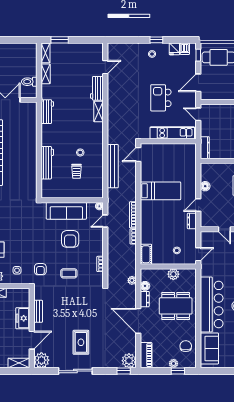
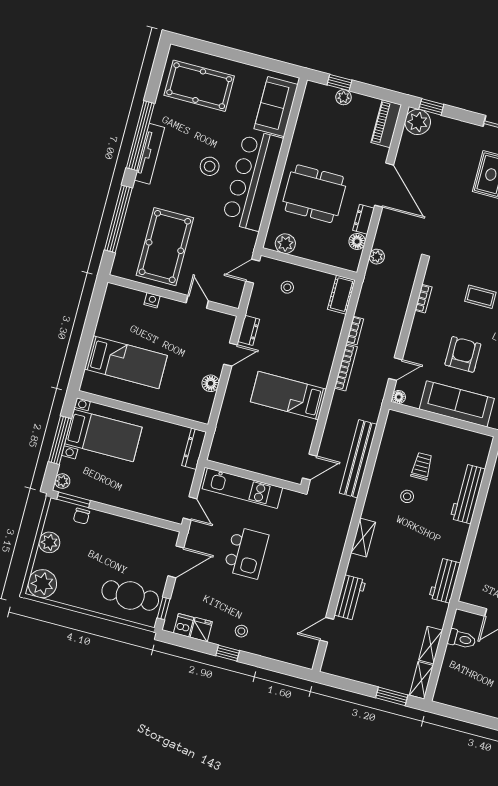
shelving: (98, 111) -> (363, 538), moved
plant: (173, 274) -> (285, 244), moved
chair: (186, 346) -> (315, 121), removed

